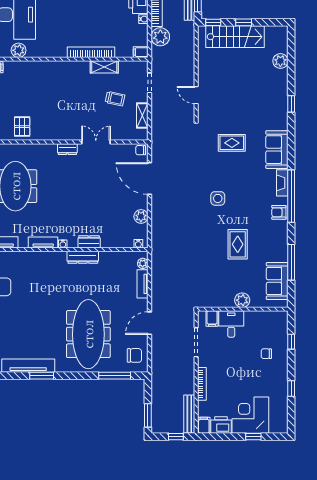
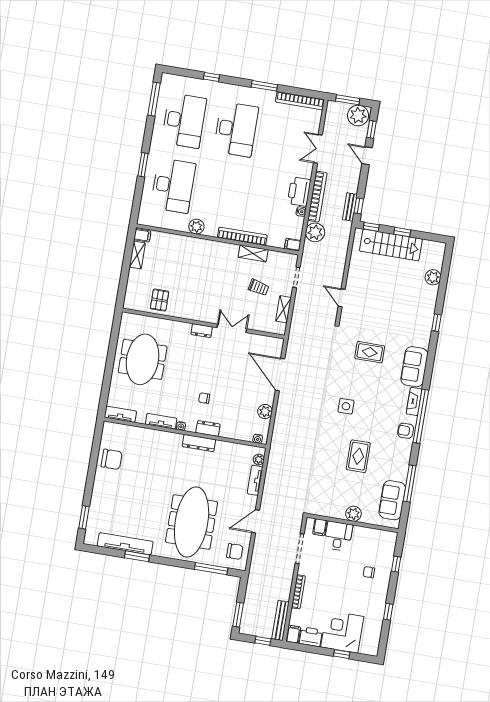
plant: (19, 50) -> (196, 227), moved
chair: (141, 150) -> (204, 398), moved

